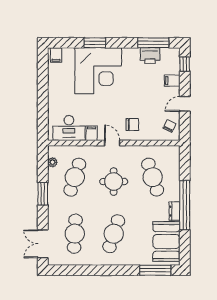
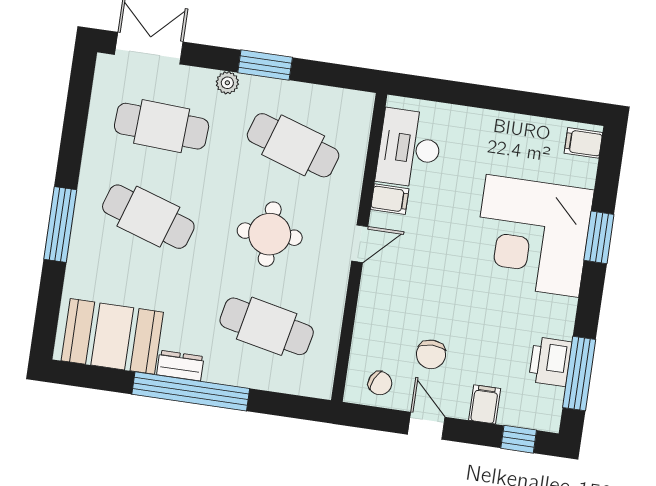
chair: (132, 125) -> (431, 354), moved
plant: (53, 162) -> (227, 83), moved
cafe table: (153, 177) -> (267, 326), turned 30
window: (155, 270) -> (60, 225), moved

